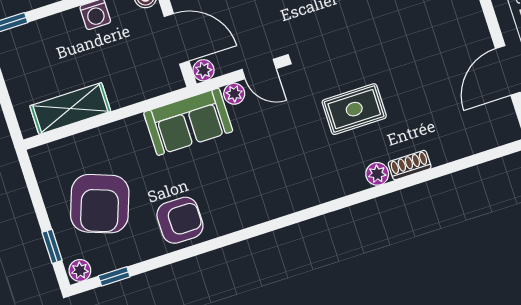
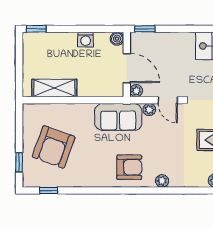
armchair: (180, 220) -> (129, 167), moved
plant: (80, 270) -> (162, 181), moved

